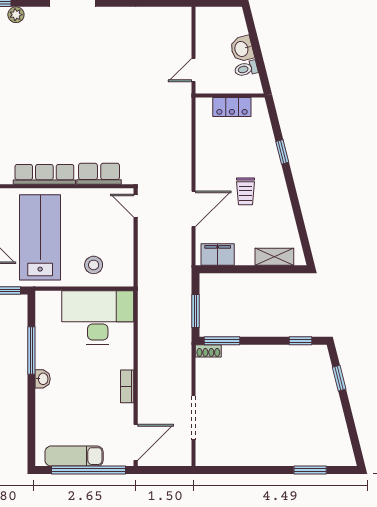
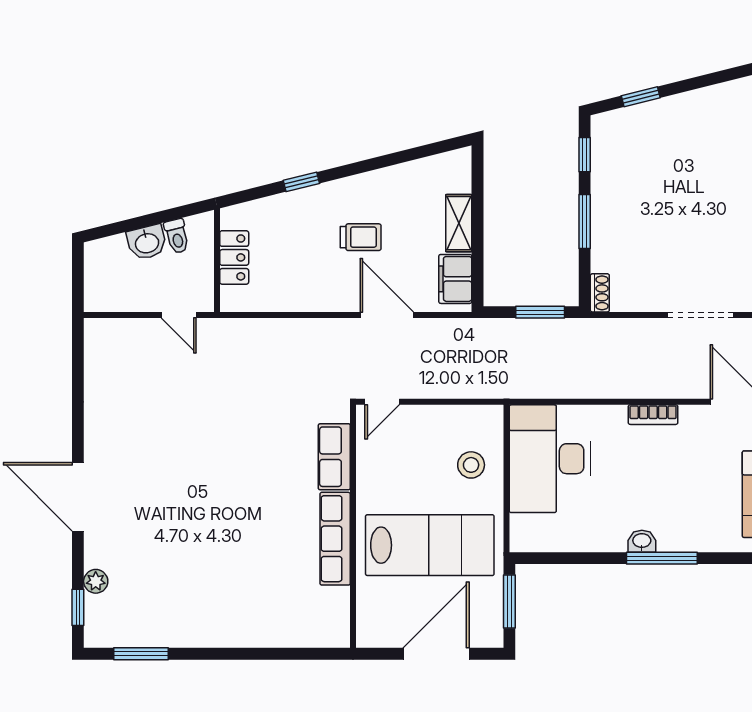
lab bench: (40, 237) -> (430, 545), turned 180
shelving: (274, 257) -> (459, 223), moved
window: (222, 341) -> (585, 222), moved
window: (31, 350) -> (662, 558), moved

